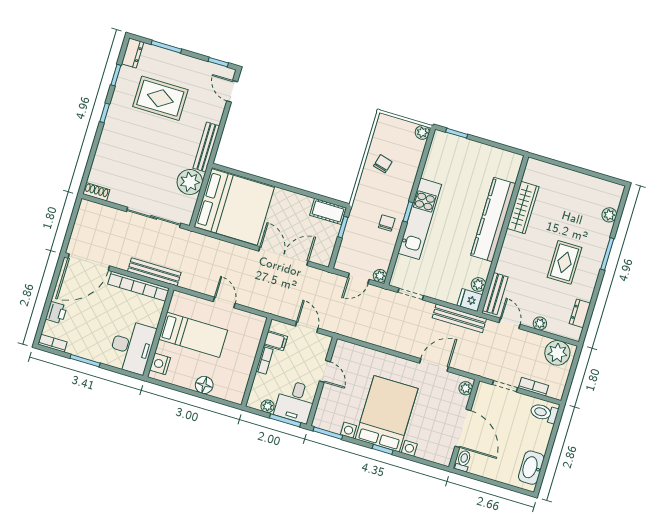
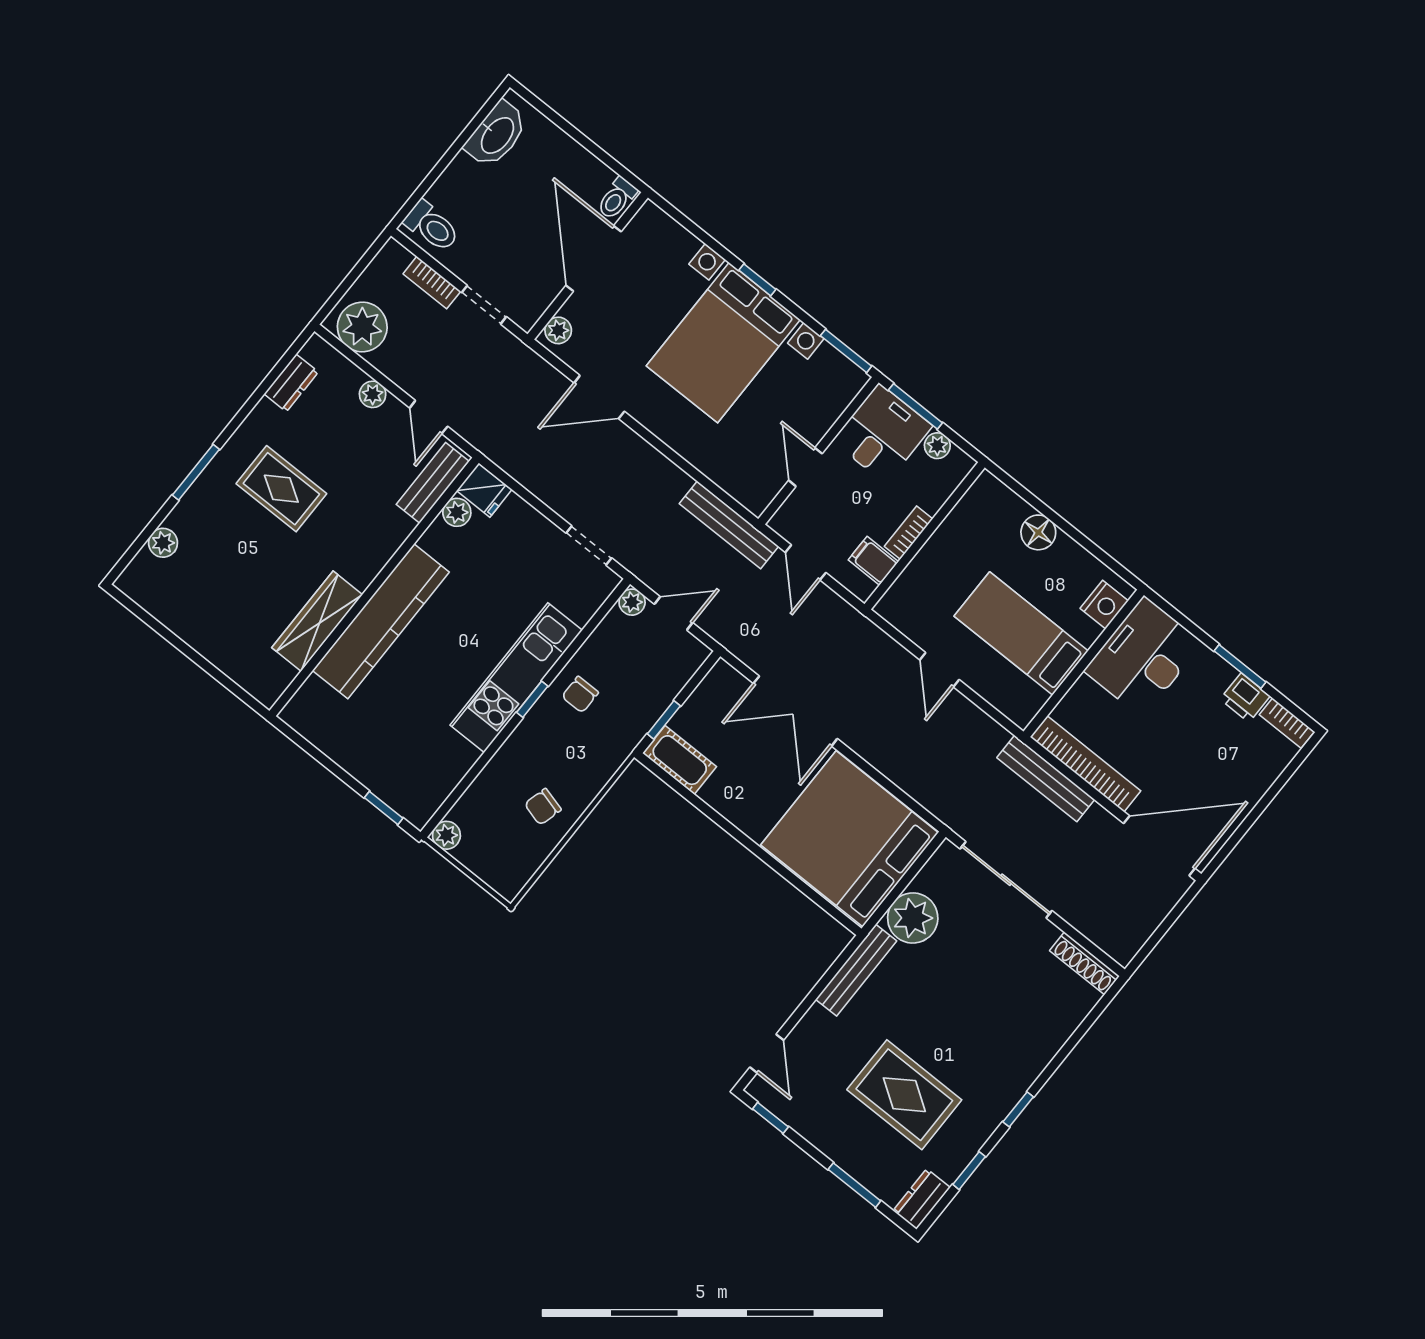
shoe rack: (96, 192) -> (1085, 963), width x1.43
rug: (564, 262) -> (281, 489), turned 90
printer: (56, 313) -> (1245, 698), moved, turned -90
bench: (459, 318) -> (729, 525), moved

